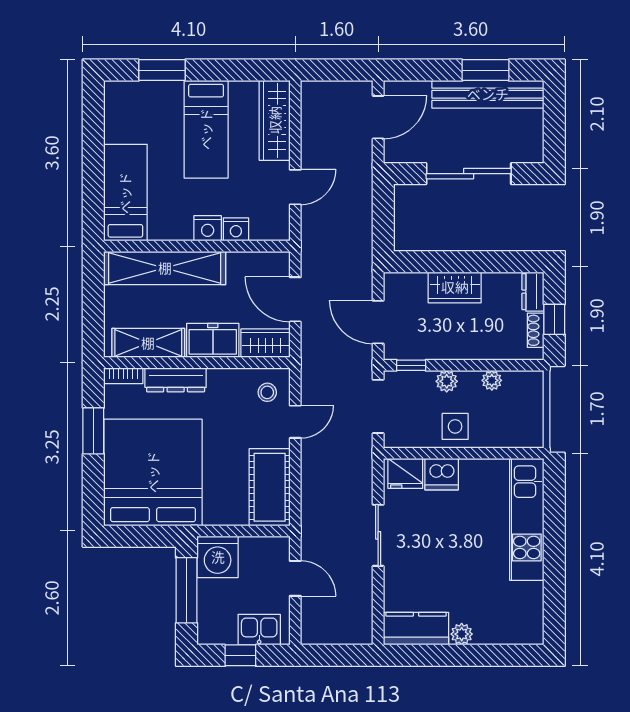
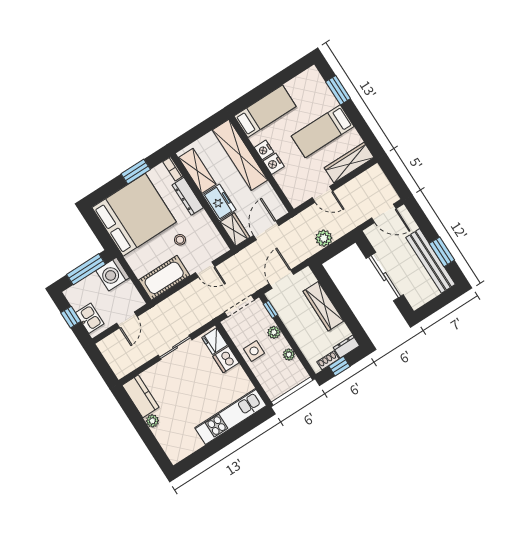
plant: (359, 225) -> (324, 238), added
nightstand: (236, 229) -> (264, 150), moved
wardrobe: (455, 287) -> (323, 306), width x1.50
stool: (267, 392) -> (180, 240), moved

